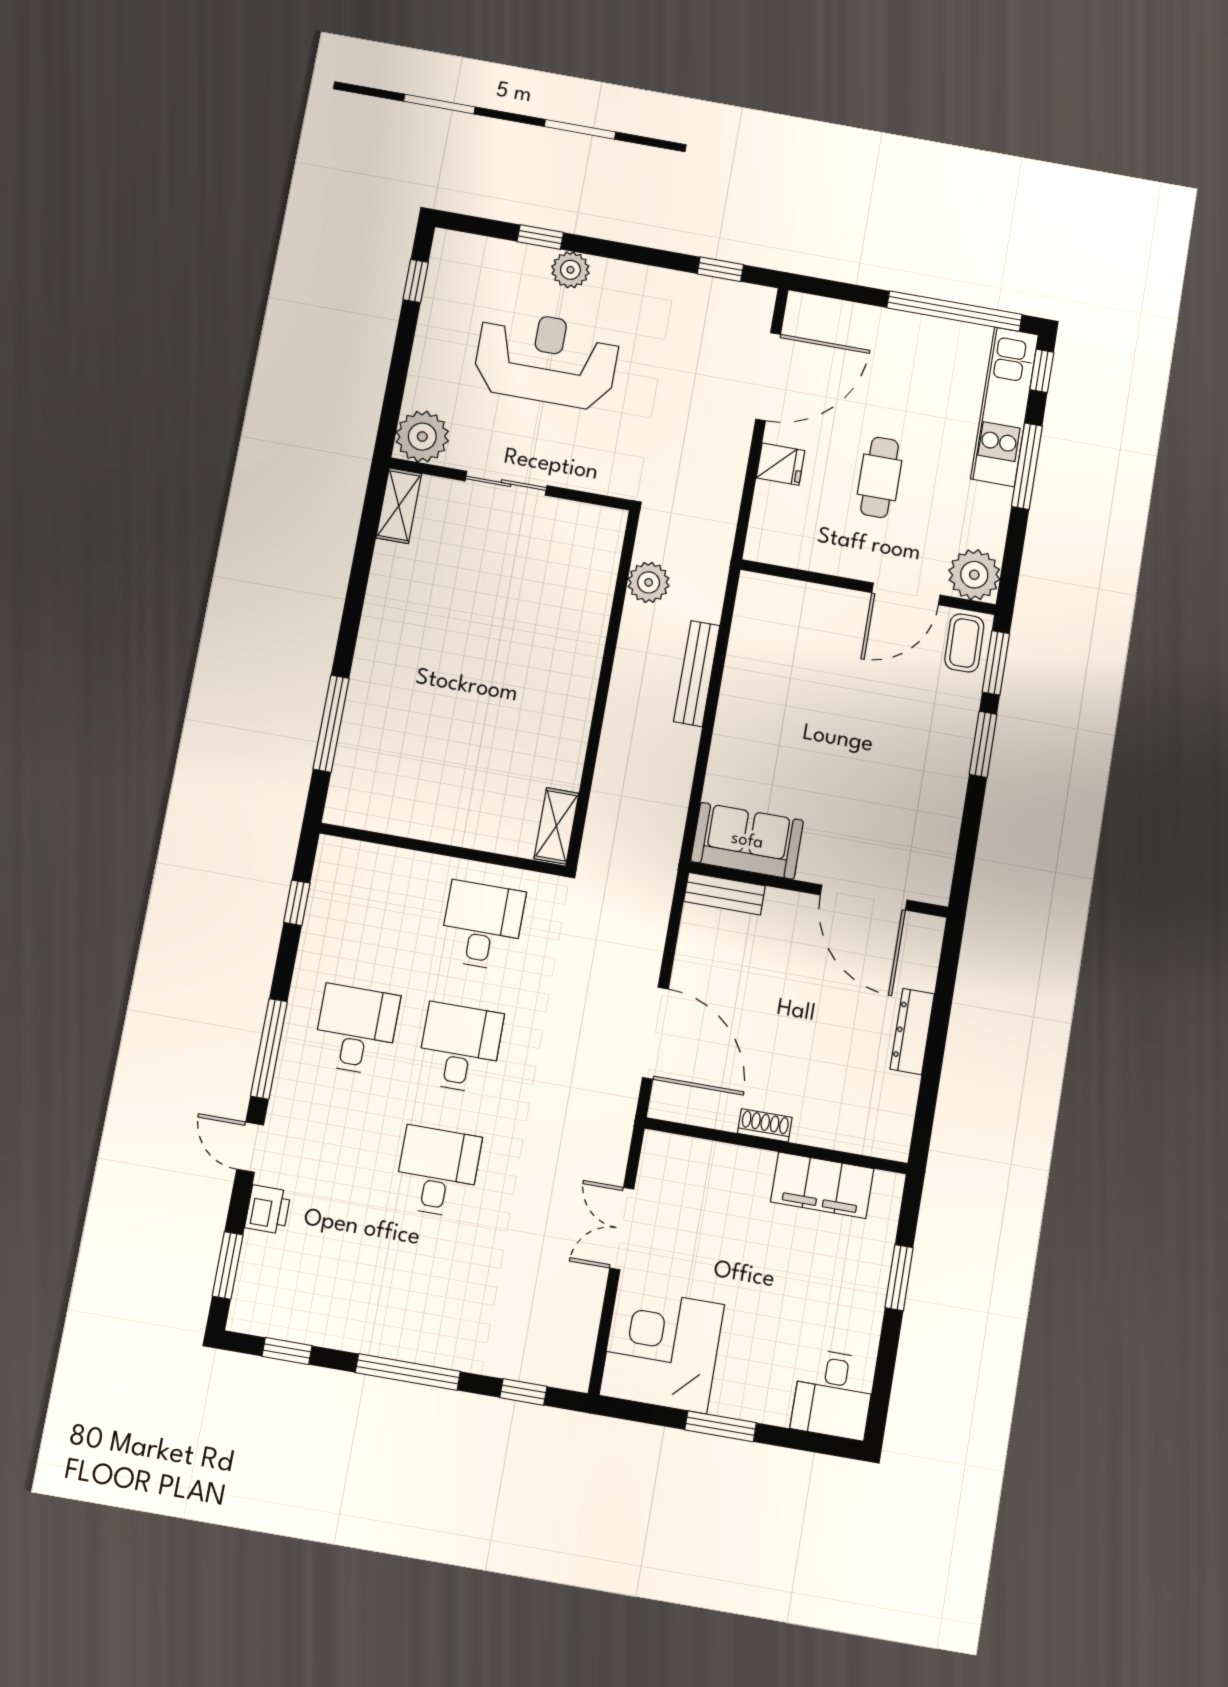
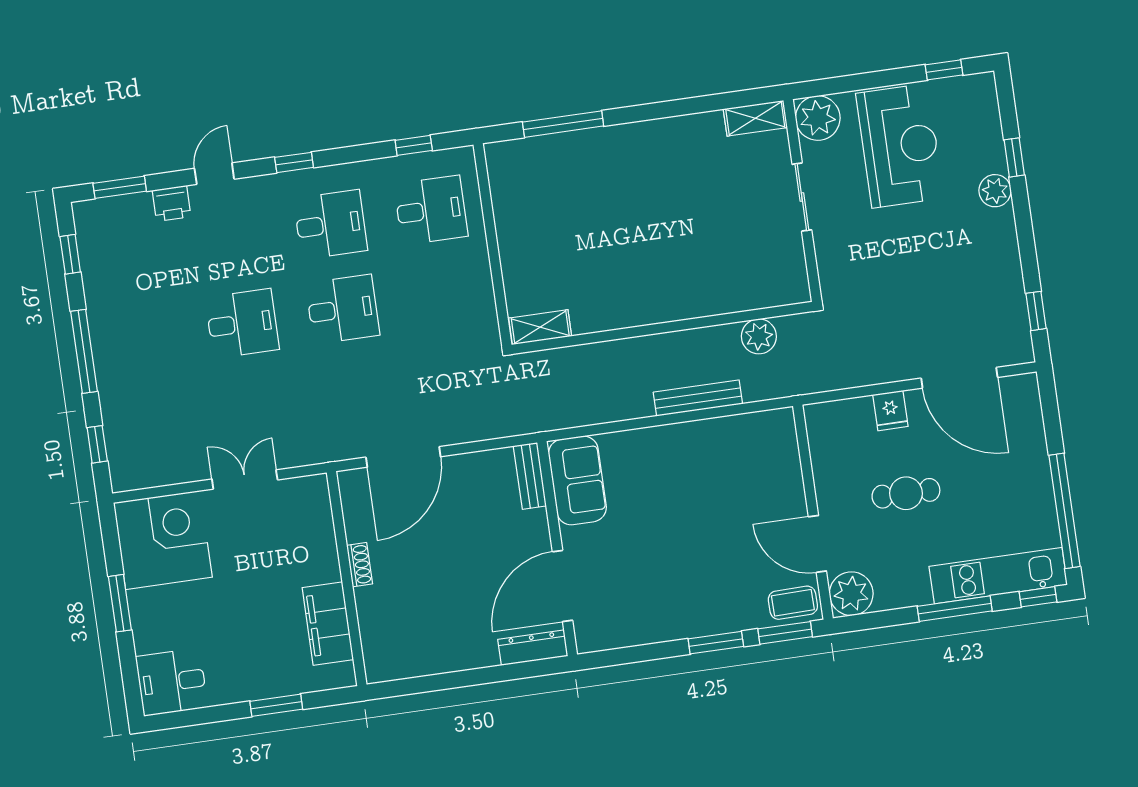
reception desk: (546, 359) -> (900, 146), moved
desk: (482, 926) -> (431, 210), moved
dresser: (912, 1031) -> (533, 648), moved
window: (269, 1049) -> (294, 162), width x0.46

